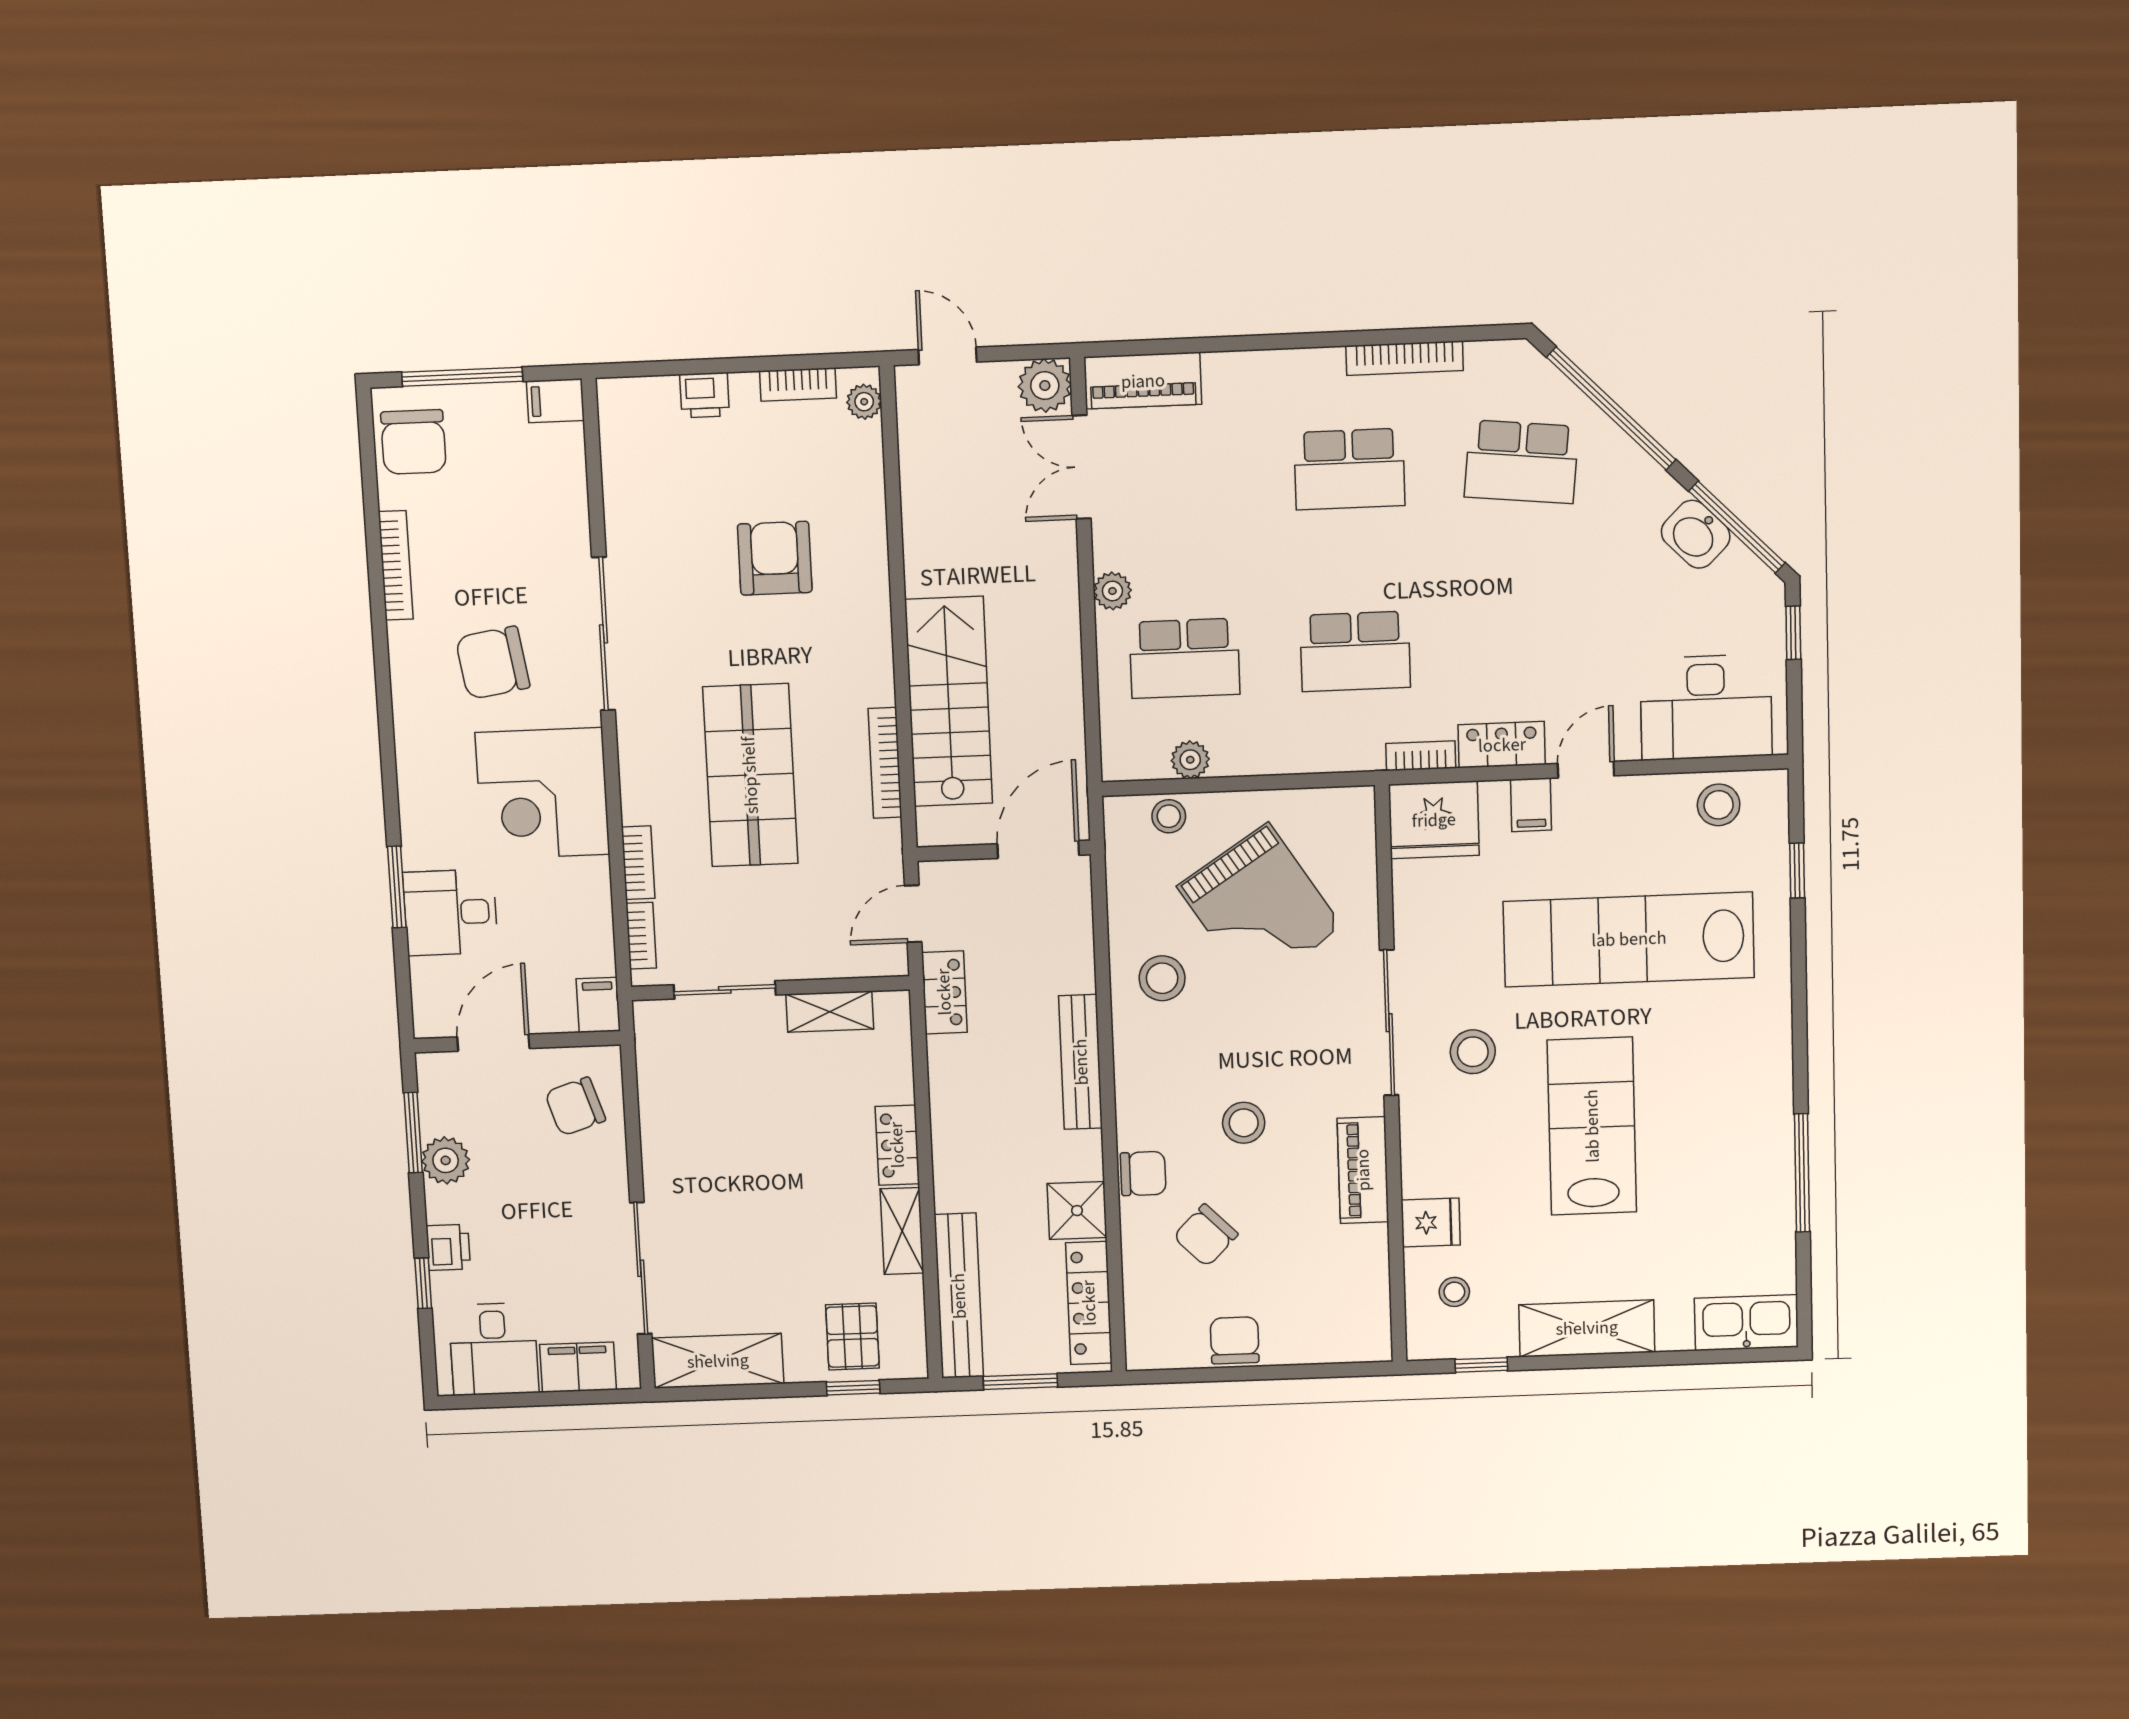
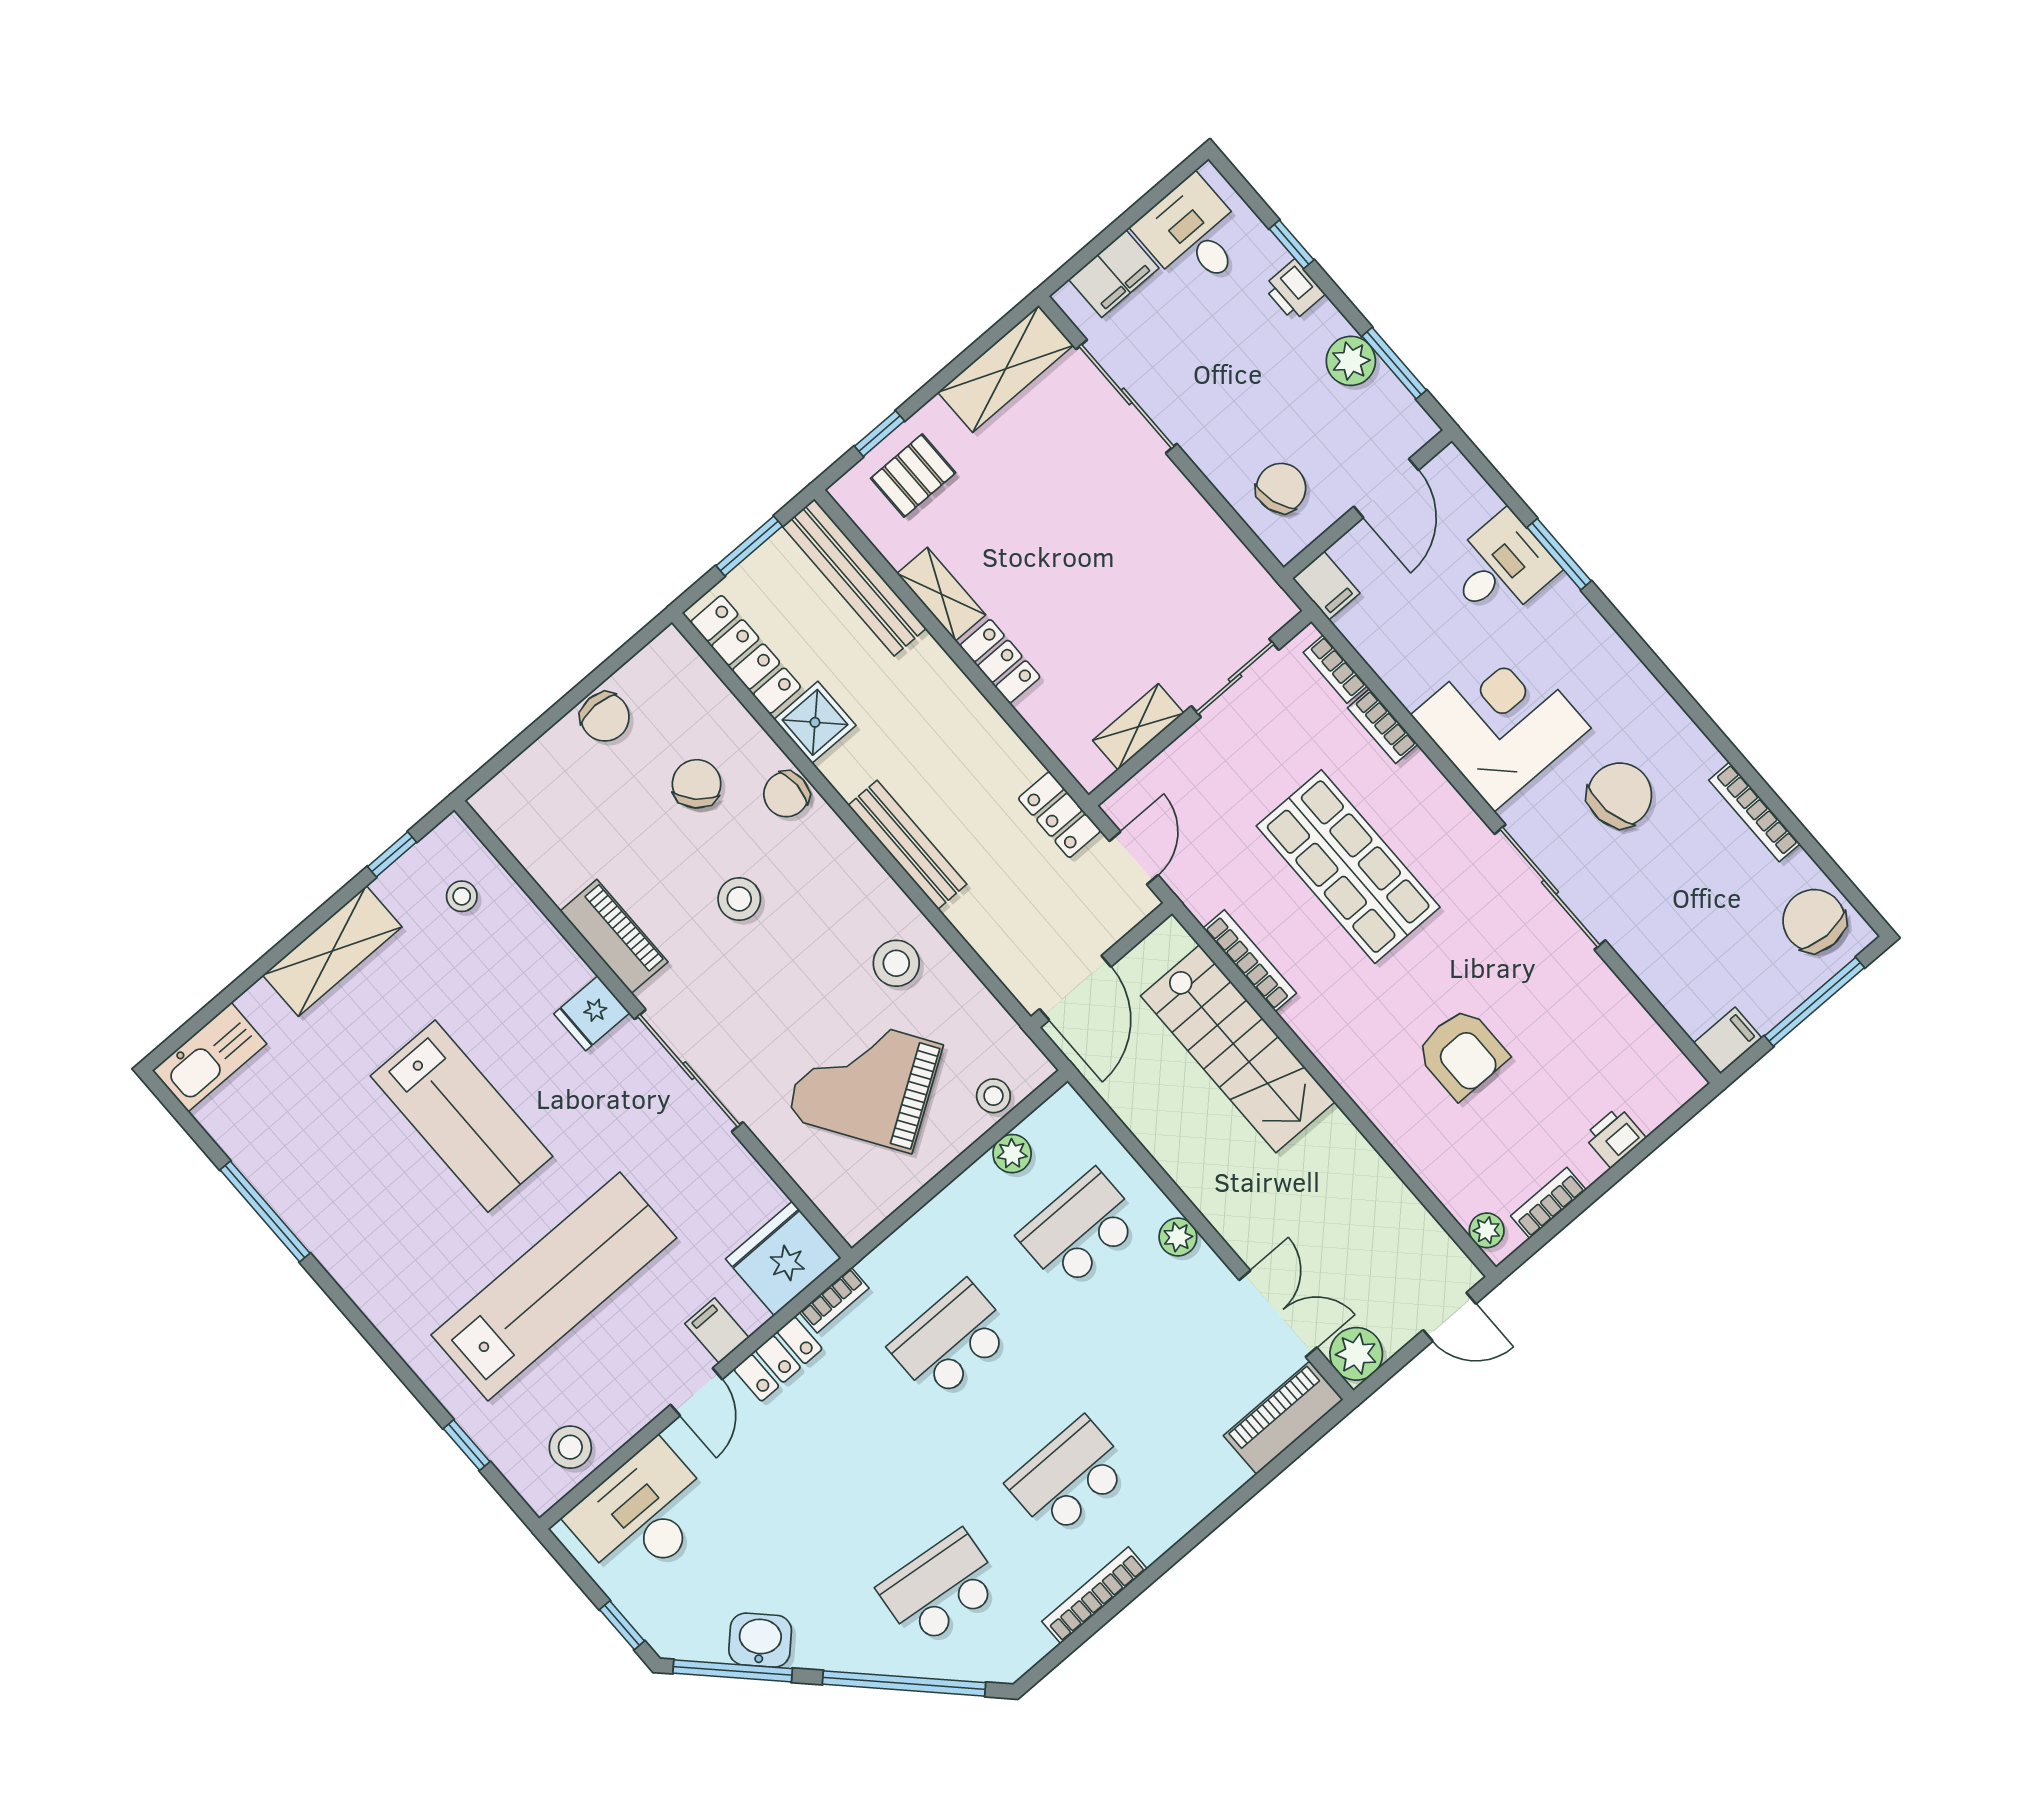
stool: (1473, 1052) -> (604, 1100), removed
fridge: (1431, 1223) -> (592, 1013), moved
pallet: (852, 1336) -> (913, 476), turned 90

